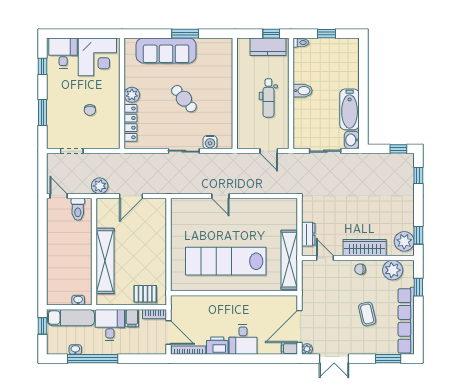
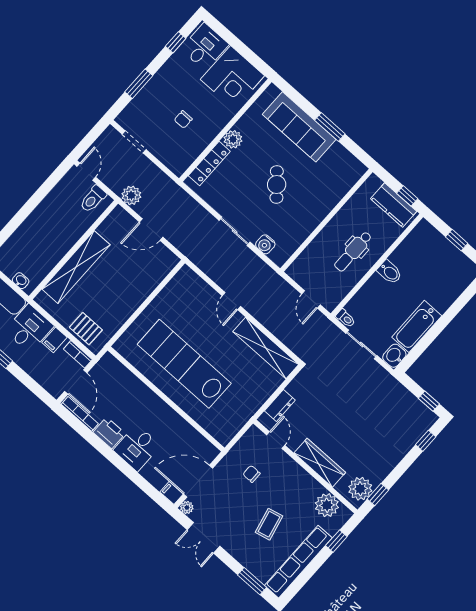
toilet: (301, 43) -> (346, 318), moved
shelving: (289, 260) -> (266, 348), moved, turned 90
chair: (360, 269) -> (252, 474), moved

